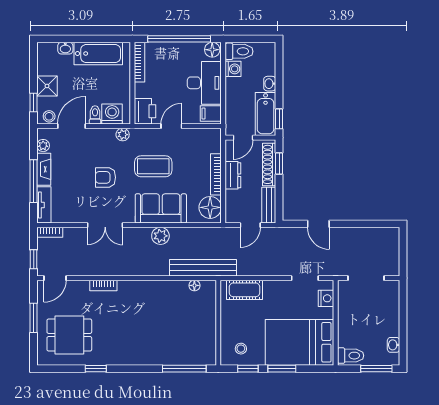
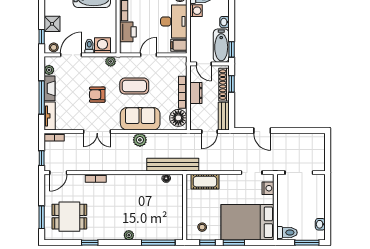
printer: (145, 111) -> (128, 32), moved
door: (243, 138) -> (204, 64), hinge flipped
window: (34, 318) -> (42, 217), moved
plant: (146, 359) -> (129, 235), added

